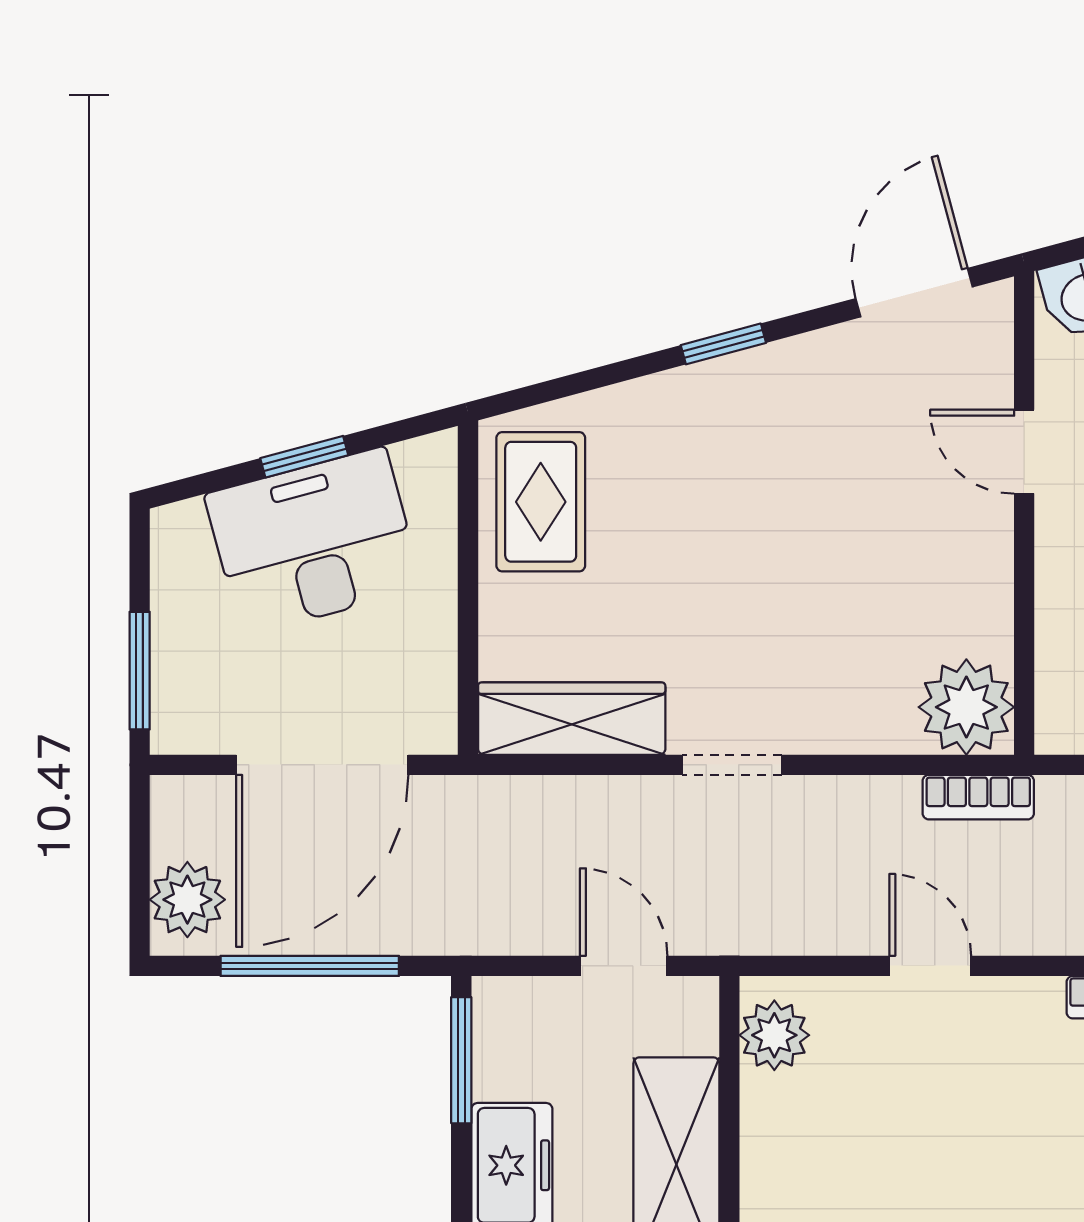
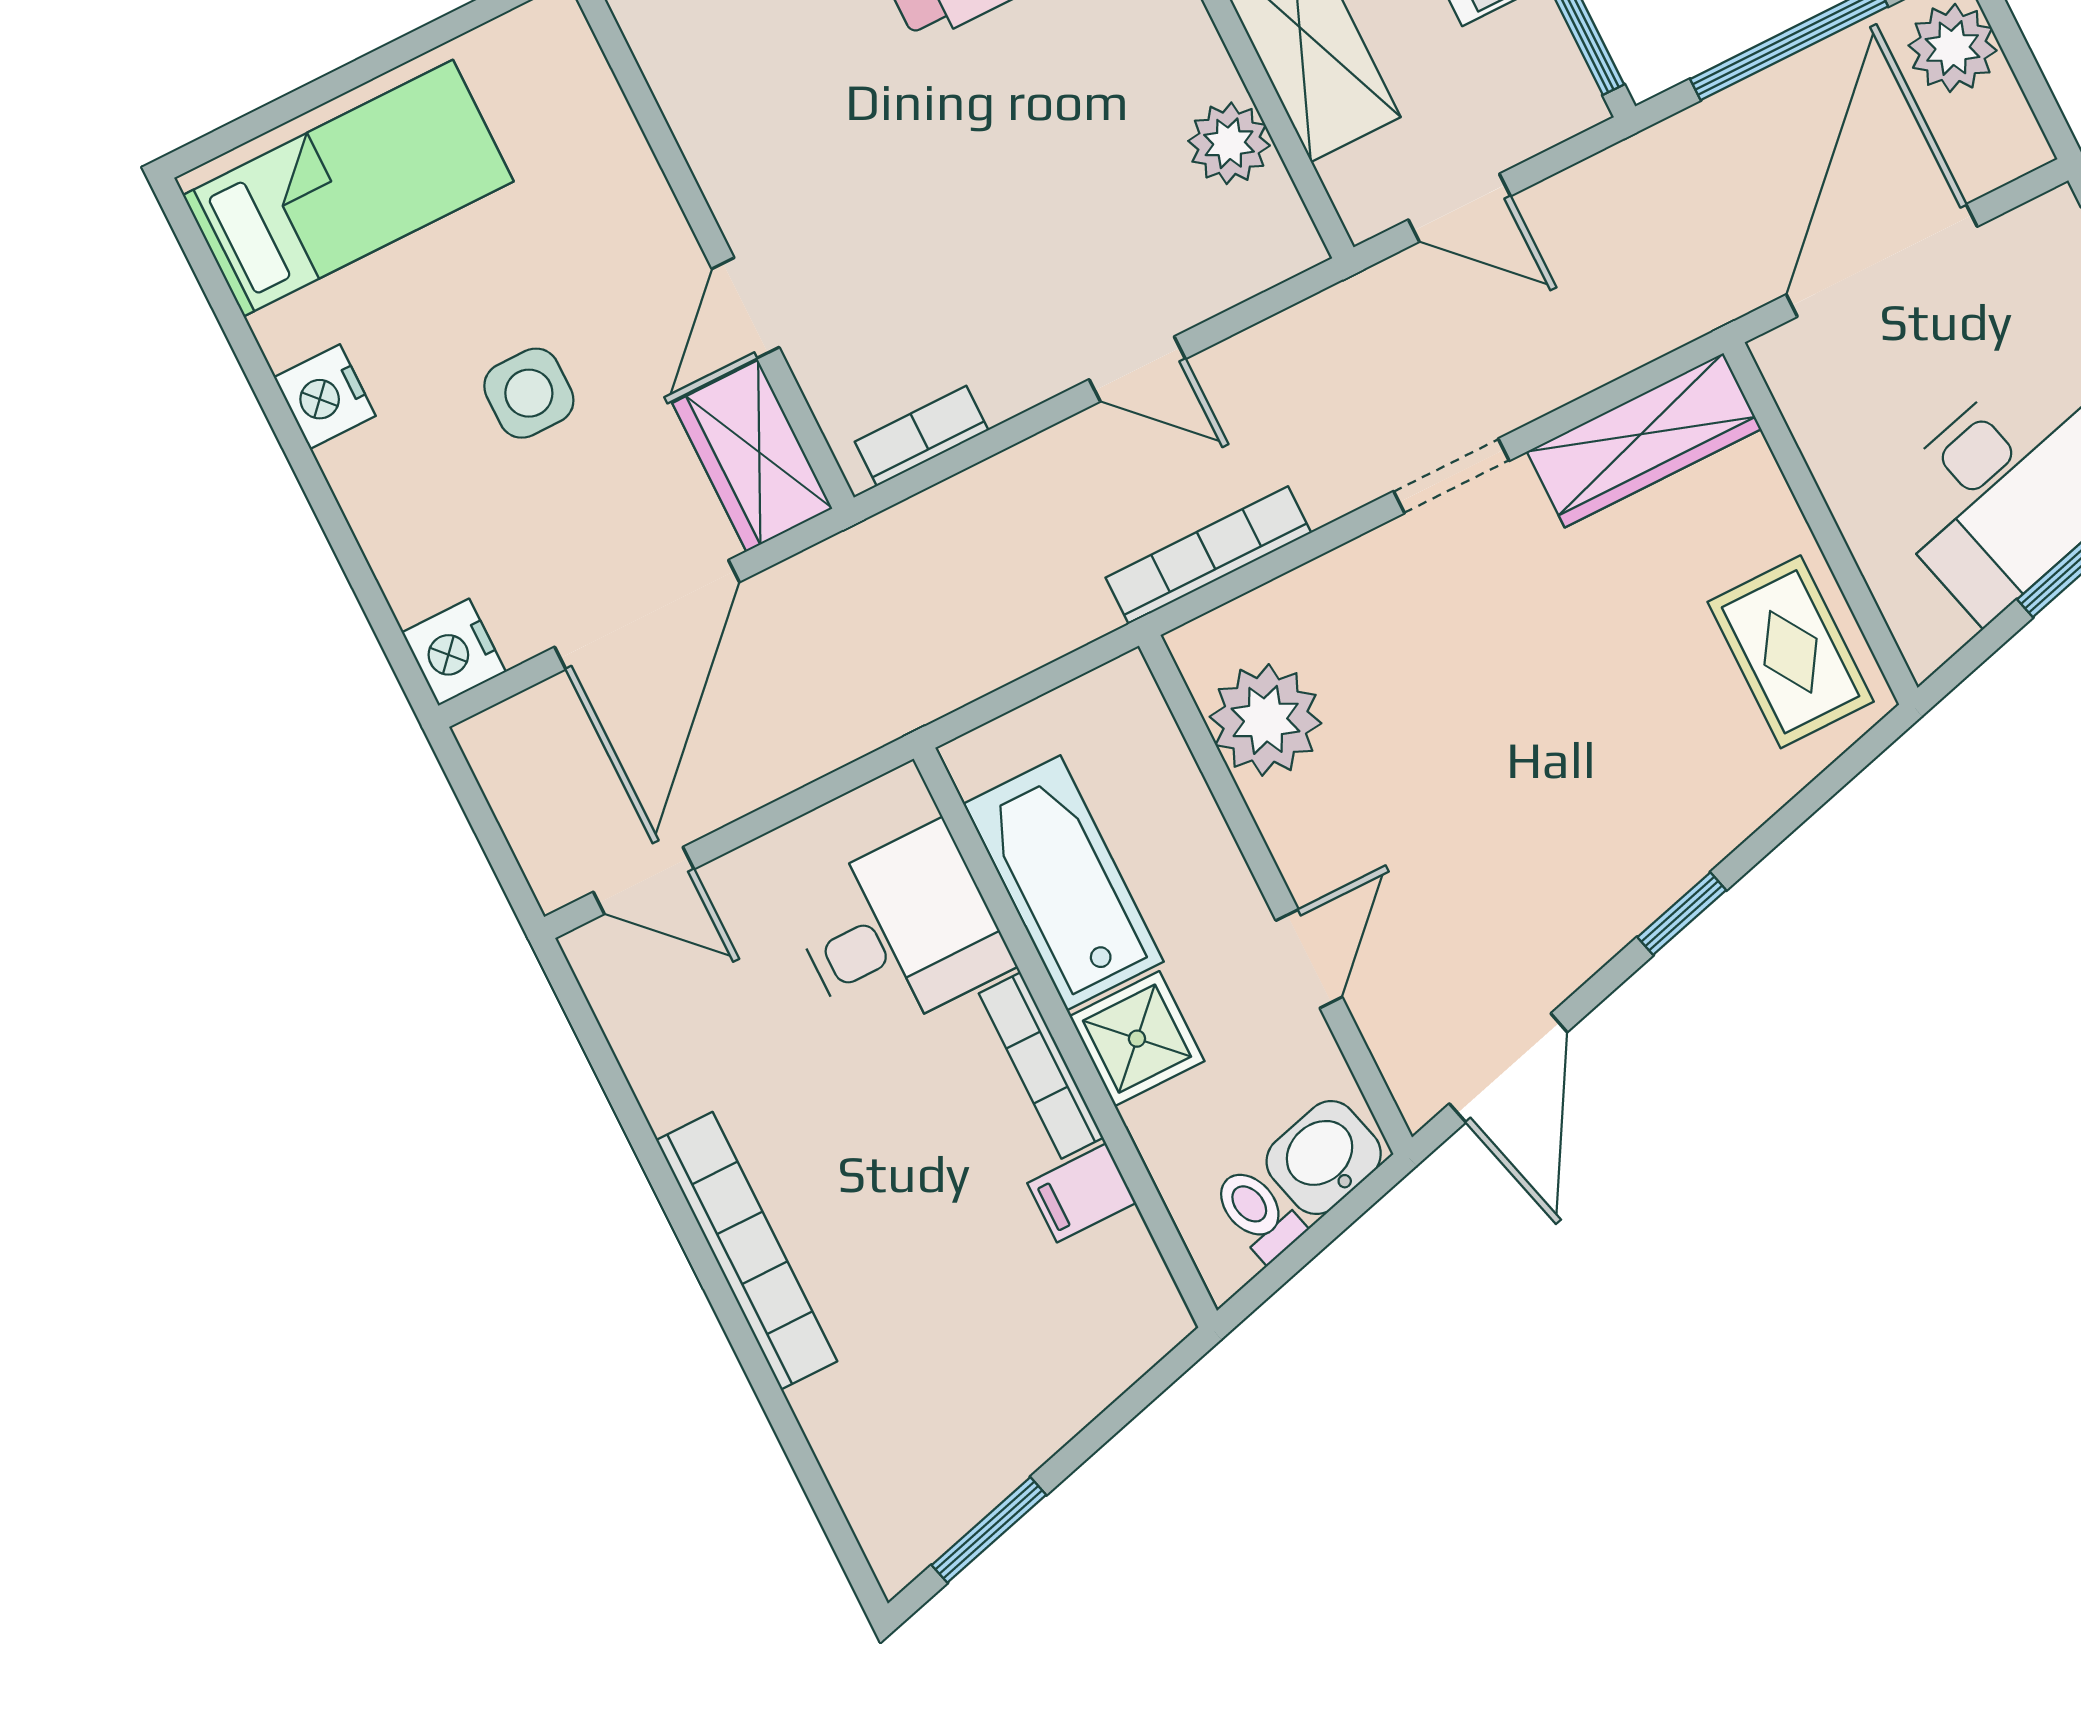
door: (1024, 452) -> (1309, 959), hinge flipped
plant: (966, 707) -> (1266, 720), moved
bookcase: (978, 797) -> (1208, 555), width x1.56
plant: (774, 1035) -> (1229, 143), moved

